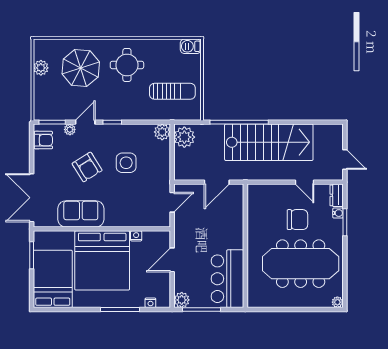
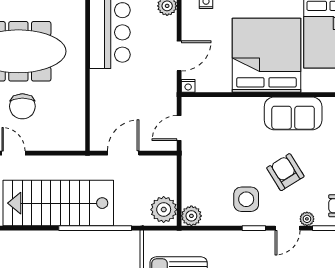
side table: (126, 163) -> (246, 199), moved
chair: (297, 220) -> (22, 106), turned -90
nightstand: (136, 236) -> (188, 86), moved

